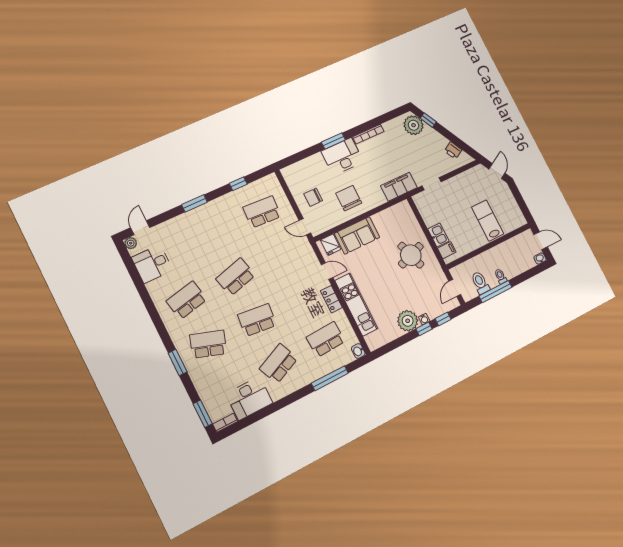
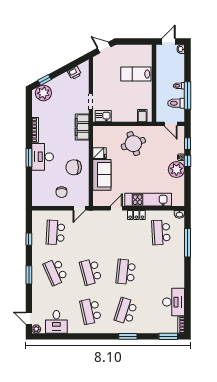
kitchen sink: (438, 235) -> (103, 116), moved
fridge: (331, 245) -> (100, 153), moved
school desk: (279, 363) -> (55, 272), moved

